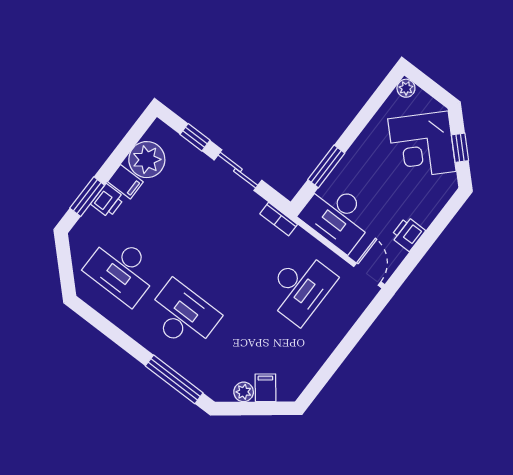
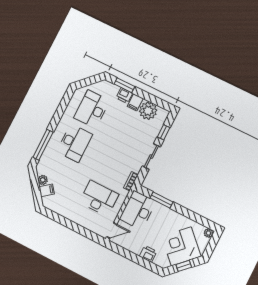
printer: (408, 234) -> (148, 254), moved
desk: (300, 288) -> (99, 198), turned 180

